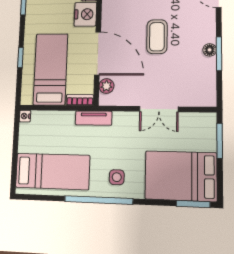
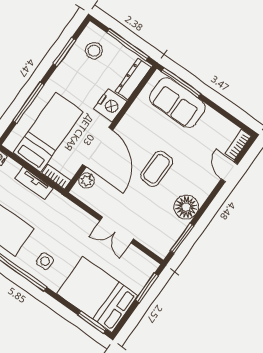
floor lamp: (210, 50) -> (186, 207), width x1.89, depth x1.89
window: (219, 54) -> (182, 238), moved
window: (20, 57) -> (28, 103), width x2.17
tv unit: (94, 118) -> (34, 183), moved

